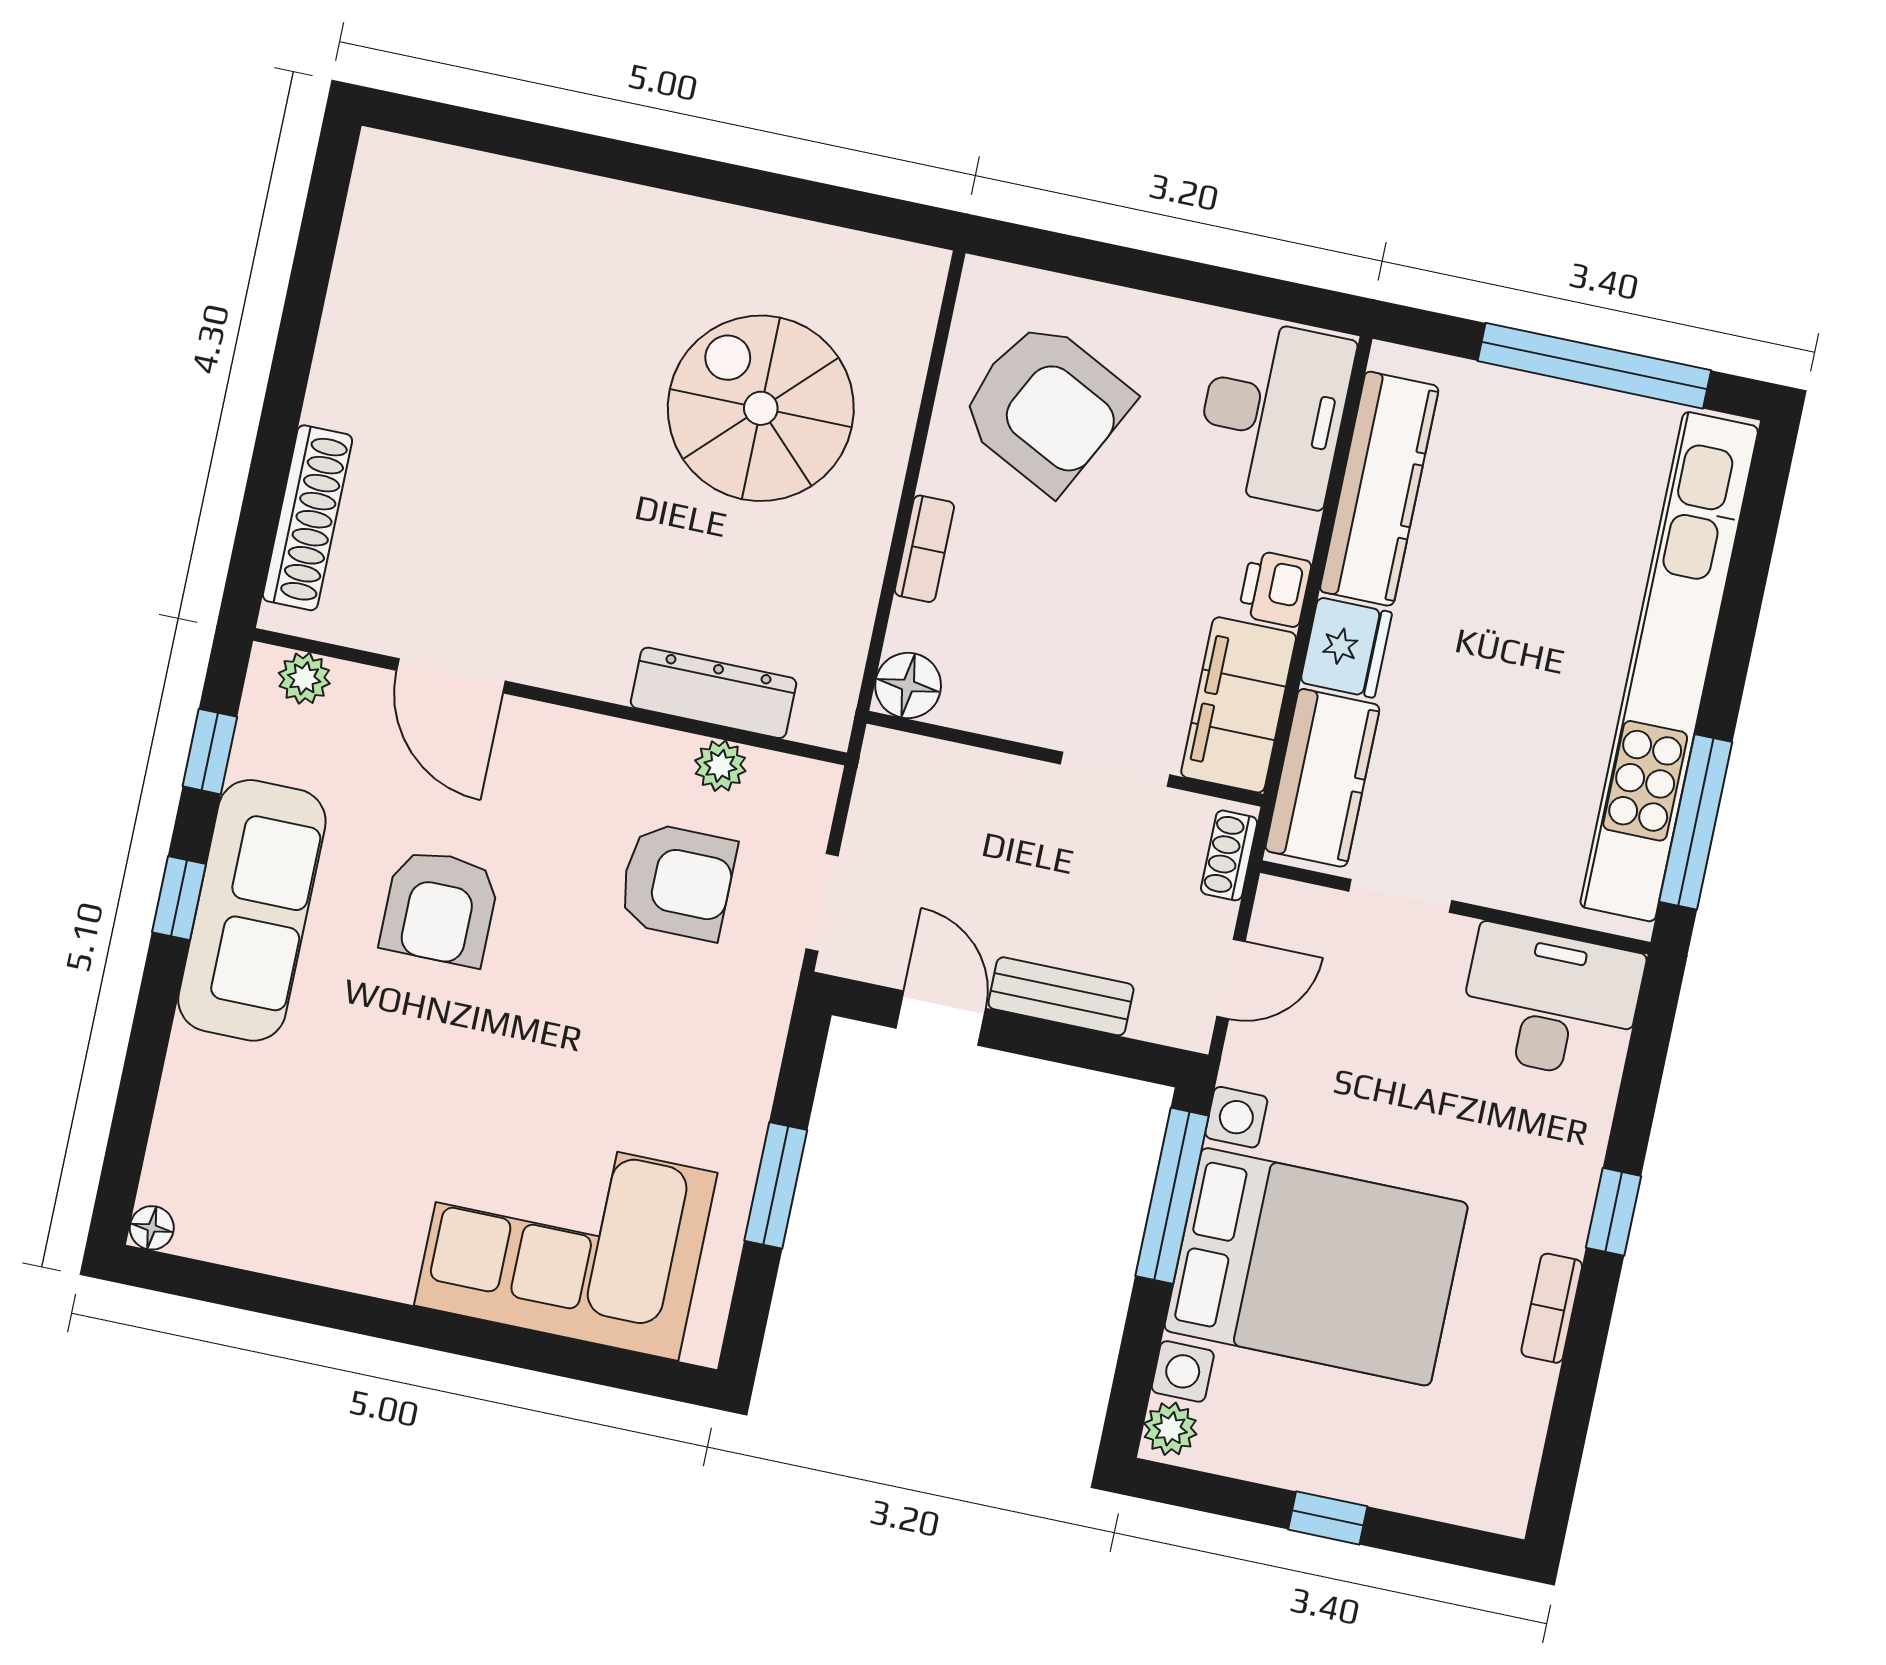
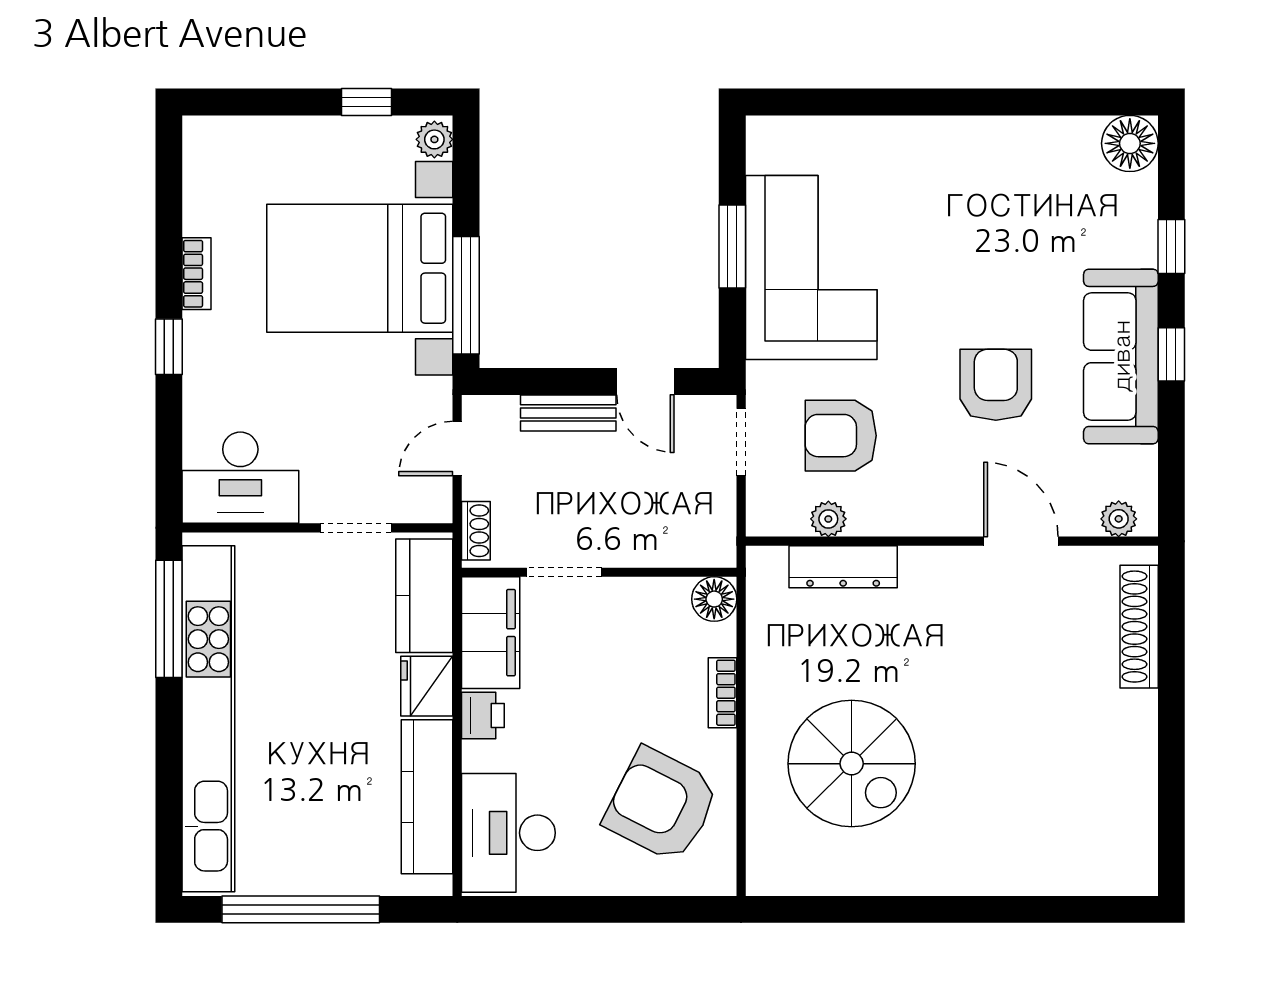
window: (210, 752) -> (1171, 246), moved
floor lamp: (152, 1228) -> (1130, 143), width x1.89, depth x1.89
corner sofa: (566, 1239) -> (811, 267), moved, turned -90
window: (1328, 1518) -> (367, 102), moved

